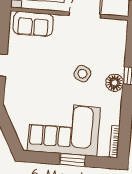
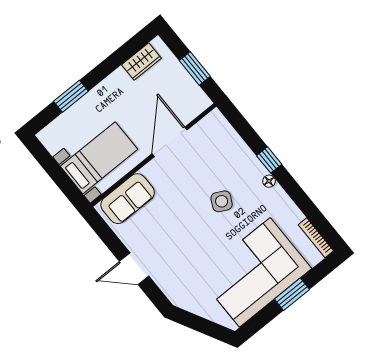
floor lamp: (115, 83) -> (269, 181), width x0.53, depth x0.53

